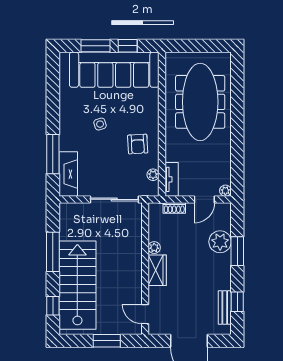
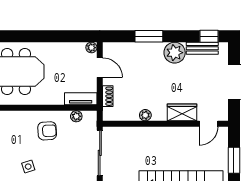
plant: (220, 242) -> (175, 53), moved
wardrobe: (157, 270) -> (182, 112), moved
window: (237, 302) -> (209, 36), moved

